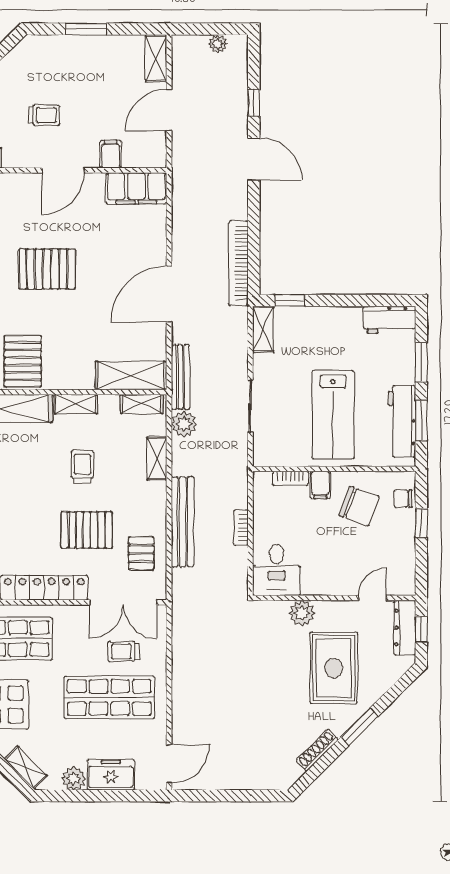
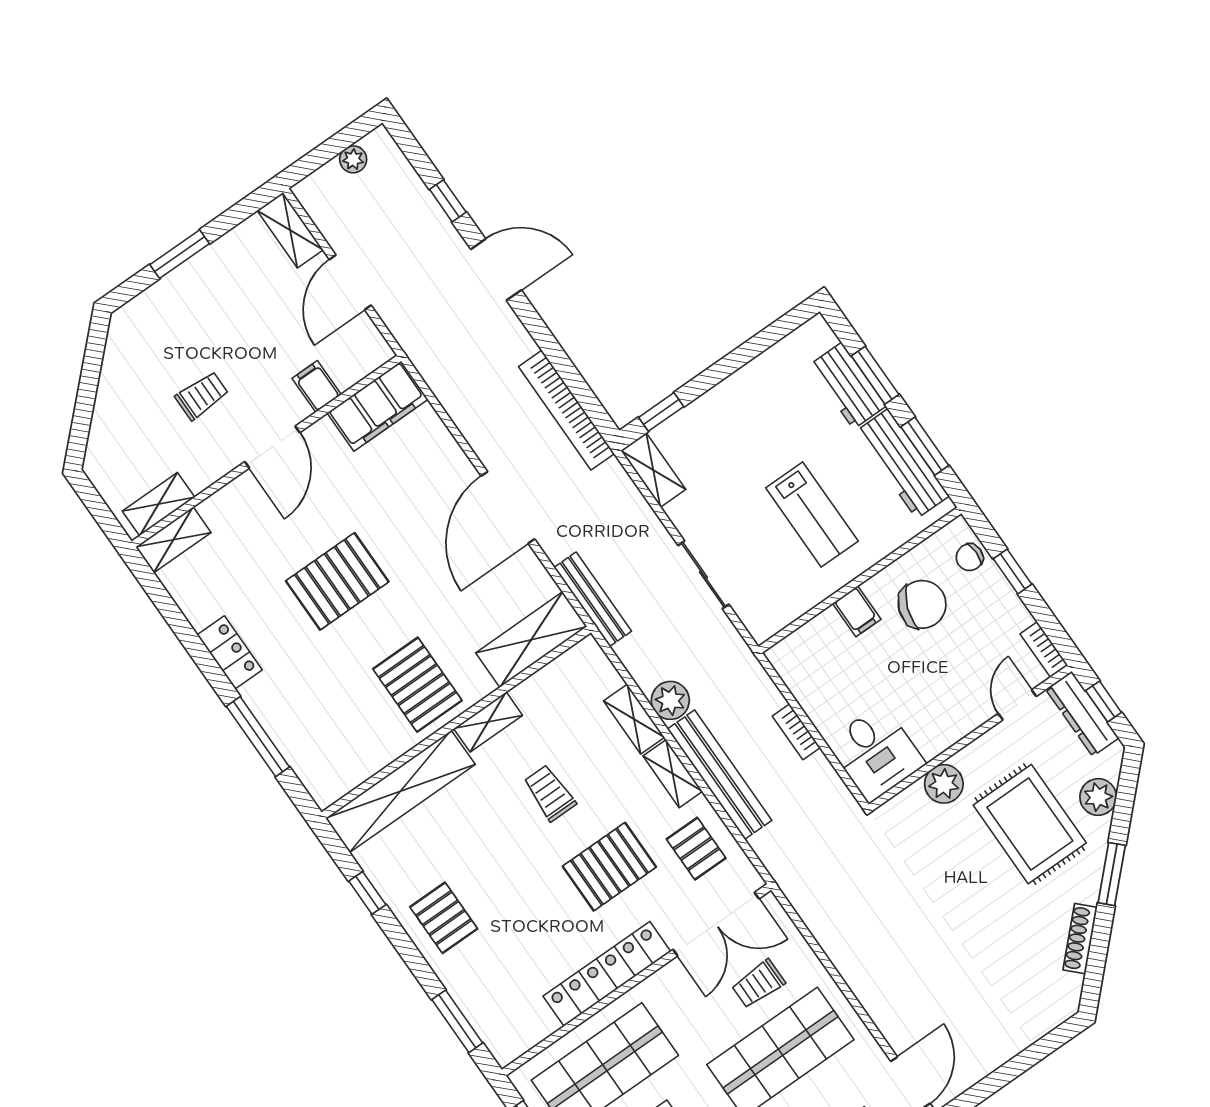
workbench: (389, 320) -> (848, 386), moved, turned 90
pallet: (23, 361) -> (417, 685), moved
shelving: (142, 404) -> (673, 774), moved, turned 90
lab bench: (333, 415) -> (812, 514), width x0.73, depth x0.72
plant: (184, 424) -> (670, 700), moved
bookcase: (291, 478) -> (1044, 650), moved, turned 90
plant: (382, 679) -> (1098, 797), added

